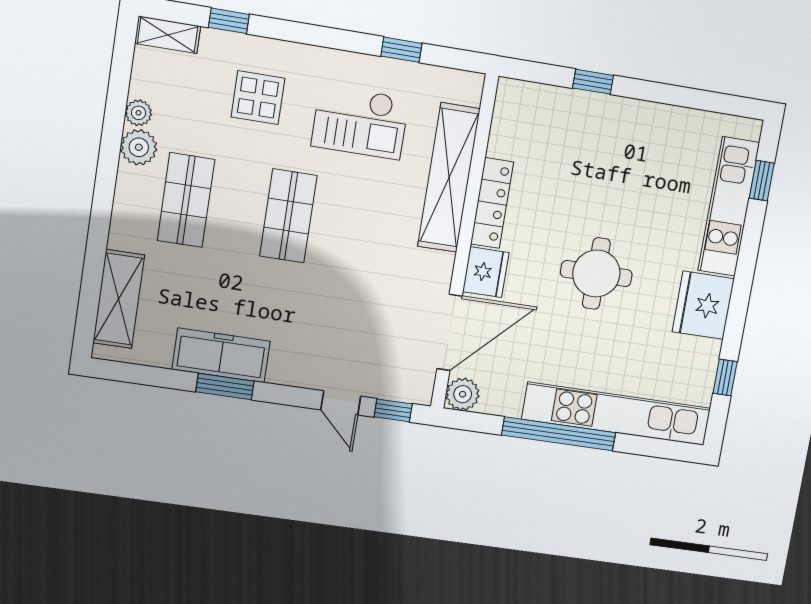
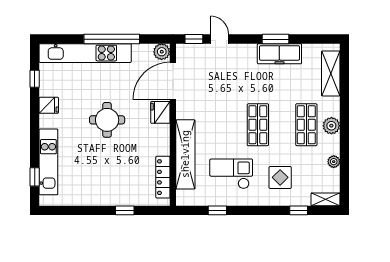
plant: (139, 147) -> (331, 126), moved
locker: (492, 203) -> (163, 177), moved
fridge: (703, 305) -> (49, 105), width x0.53, depth x0.75

